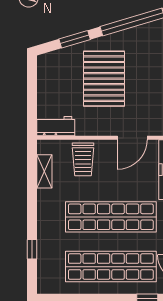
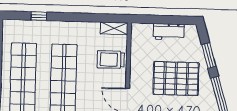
workbench: (56, 126) -> (169, 32), moved, turned 90
shelving: (44, 171) -> (114, 28), moved

